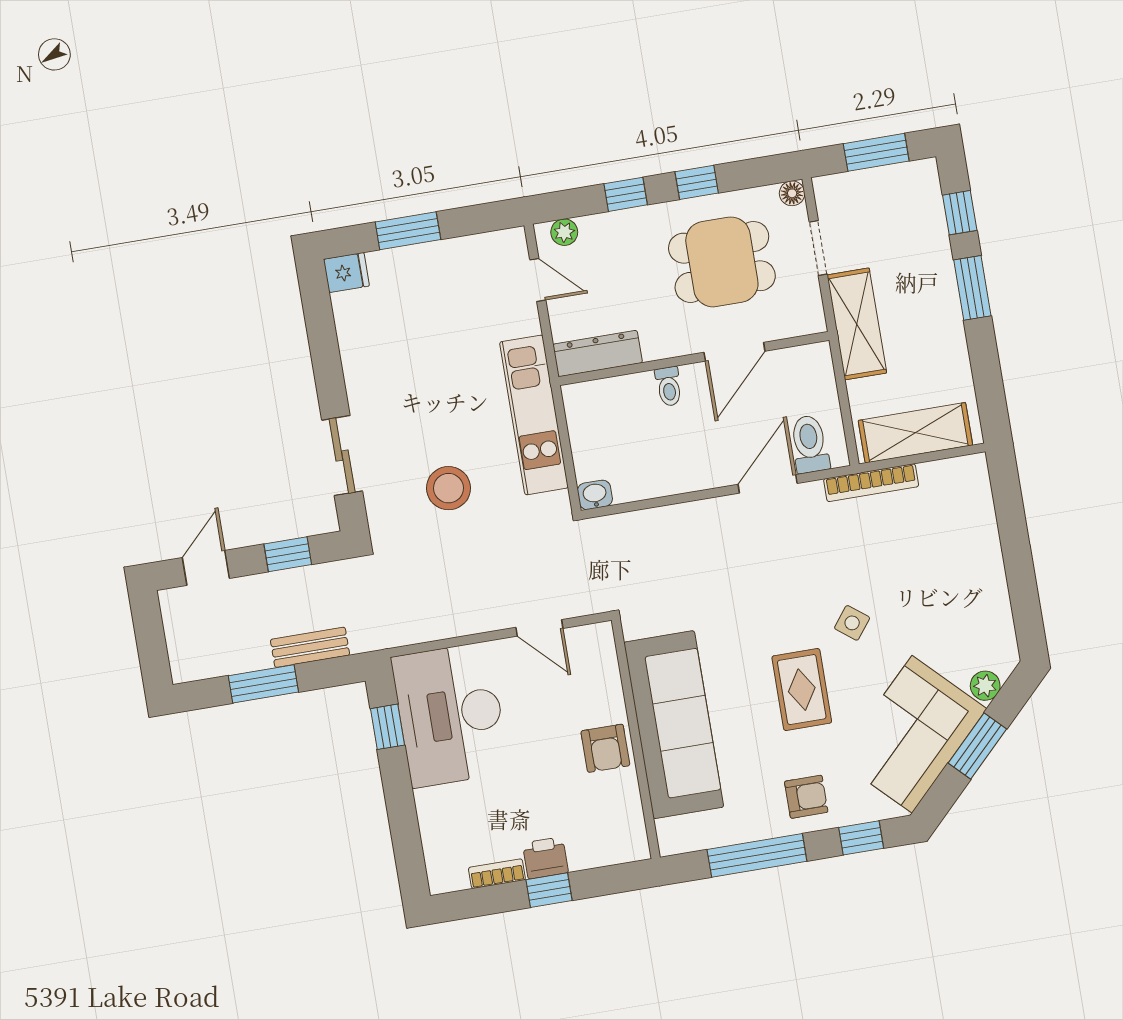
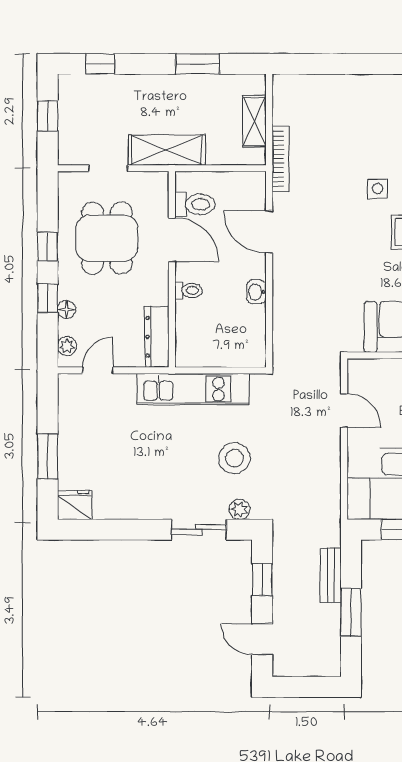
window: (876, 152) -> (48, 116), width x0.67
floor lamp: (792, 193) -> (67, 309), moved
fridge: (346, 273) -> (75, 505), width x1.38
window: (972, 288) -> (198, 64), moved
shelving: (915, 433) -> (254, 121), width x0.67, depth x0.75
toilet: (810, 444) -> (195, 204), moved, turned 180
washbasin: (595, 495) -> (257, 292), moved
plant: (379, 507) -> (239, 509), added
side table: (852, 623) -> (378, 189), turned -38
door: (539, 628) -> (344, 410), hinge flipped

